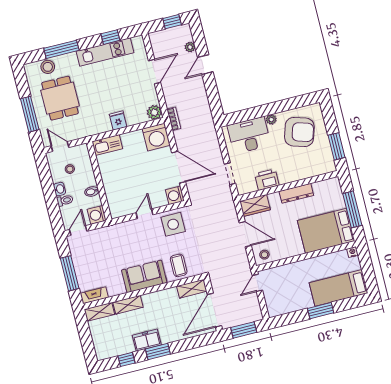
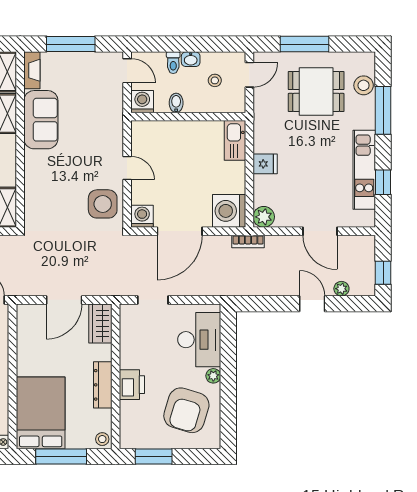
printer: (267, 180) -> (132, 385), moved
stool: (264, 255) -> (102, 439), moved
coffee table: (179, 265) -> (44, 197), removed
sofa: (144, 276) -> (41, 120), moved

